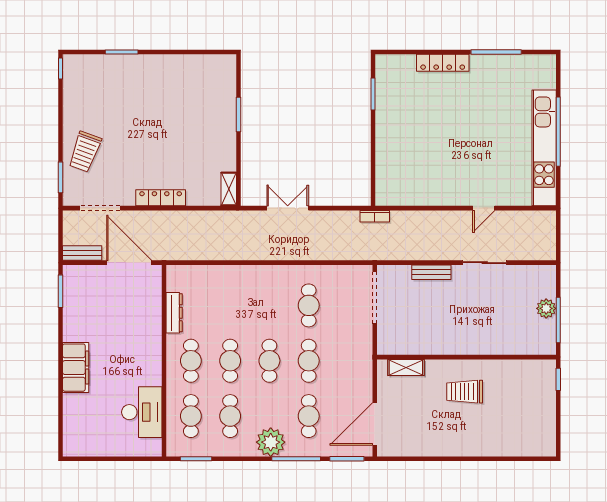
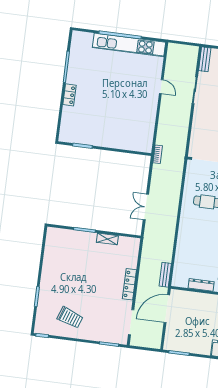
locker: (443, 63) -> (69, 95), width x0.66
trolley: (85, 152) -> (70, 317), moved
shelving: (229, 189) -> (107, 239), moved
bench: (82, 253) -> (165, 275), moved
bench: (431, 272) -> (205, 59), moved

